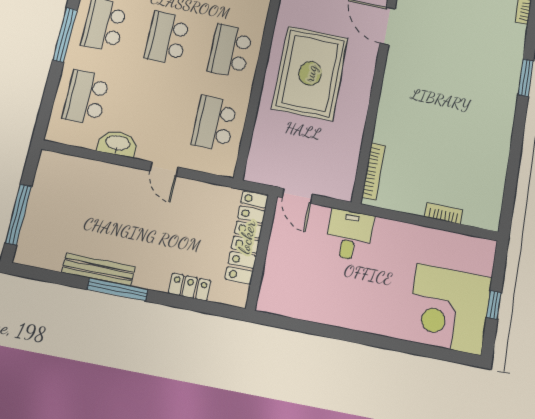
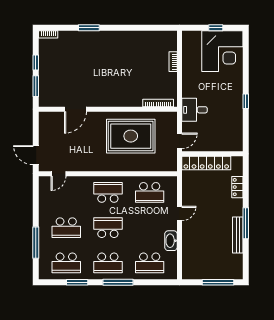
school desk: (167, 38) -> (108, 228), turned 180
school desk: (230, 51) -> (108, 192), turned 180
rug: (310, 73) -> (131, 136), moved
window: (348, 335) -> (246, 101), added

